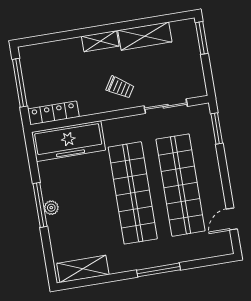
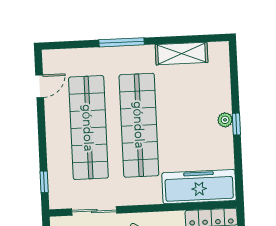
window: (217, 128) -> (44, 182), width x0.67
window: (40, 205) -> (236, 124), width x0.46
shelving: (83, 269) -> (182, 54), moved

